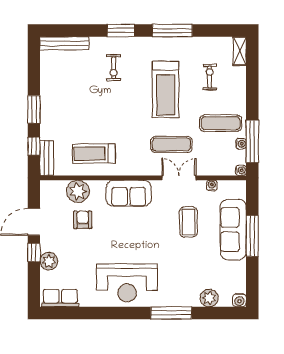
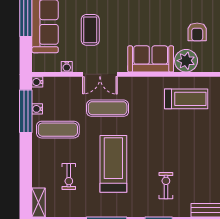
plant: (78, 191) -> (186, 61), moved

